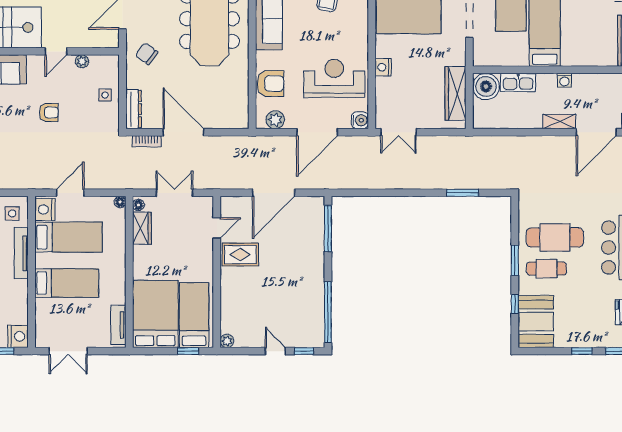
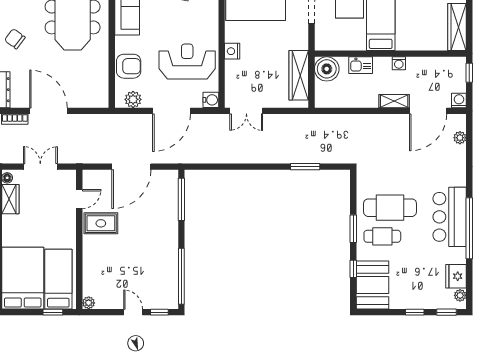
kitchen sink: (518, 82) -> (361, 65), width x0.73

